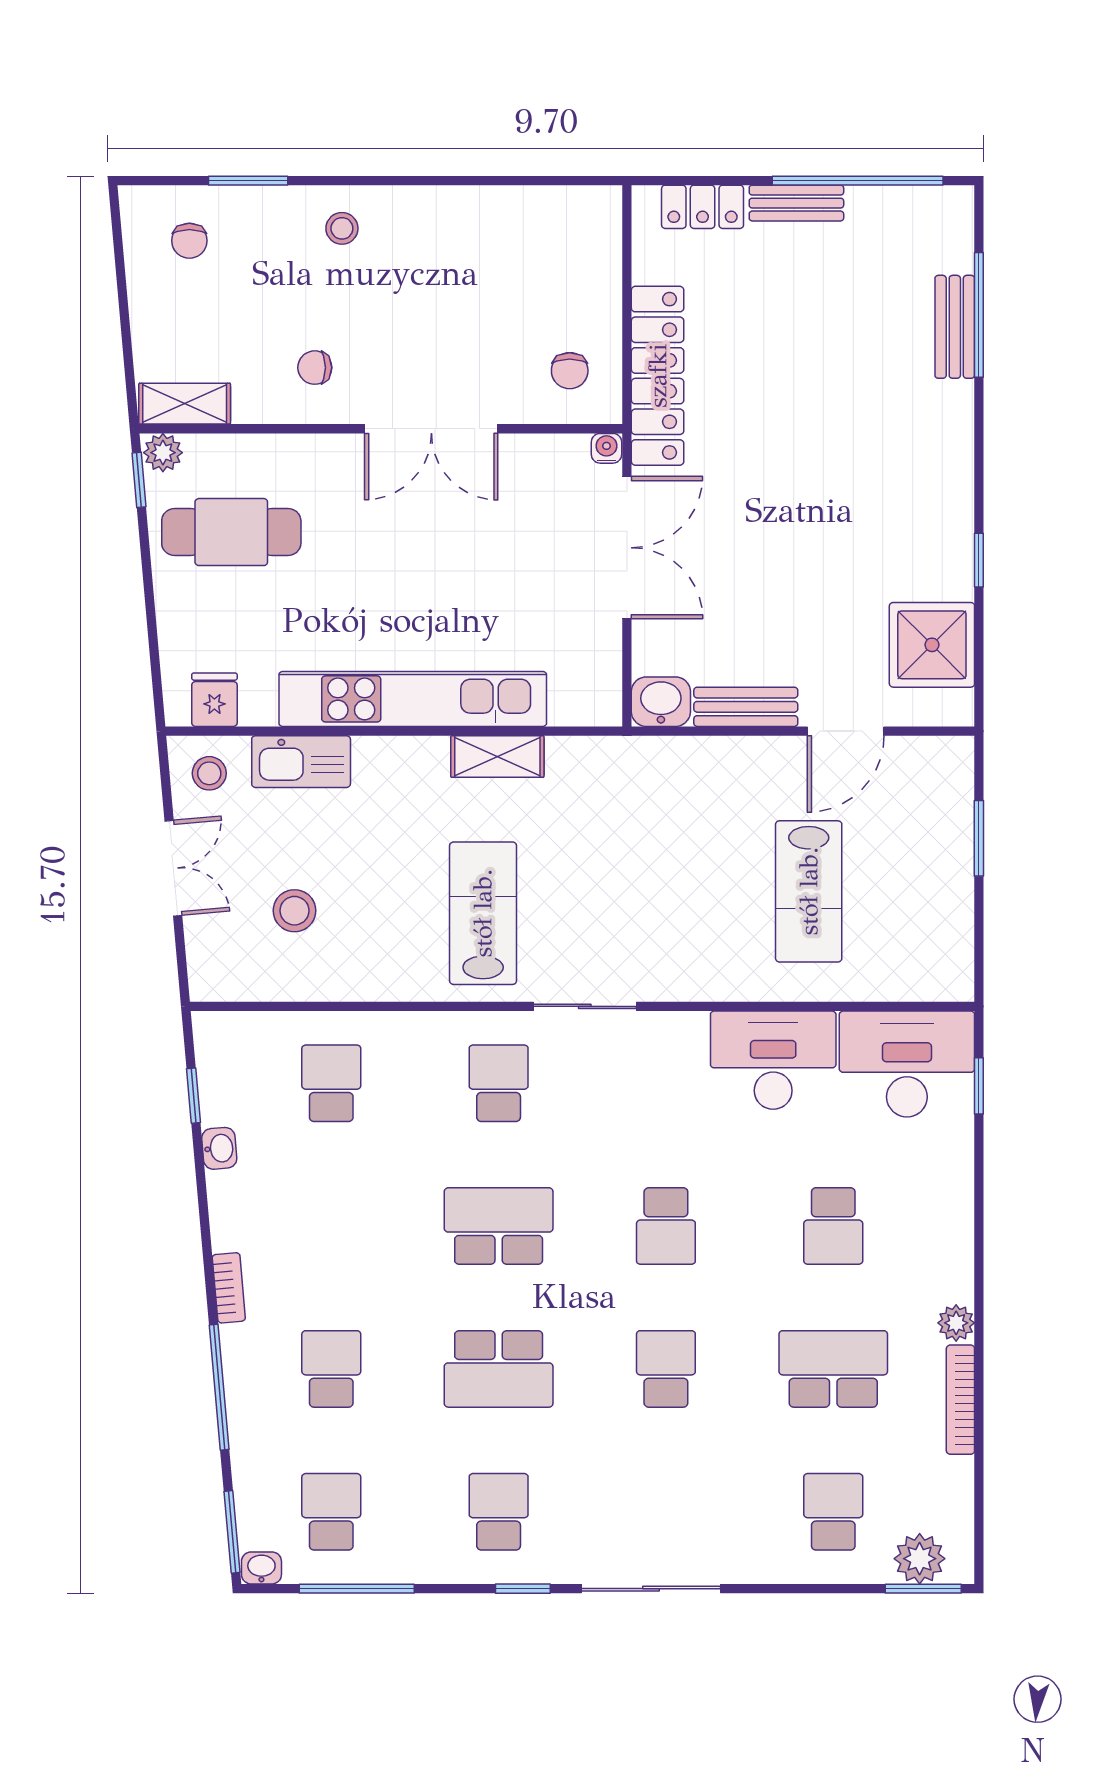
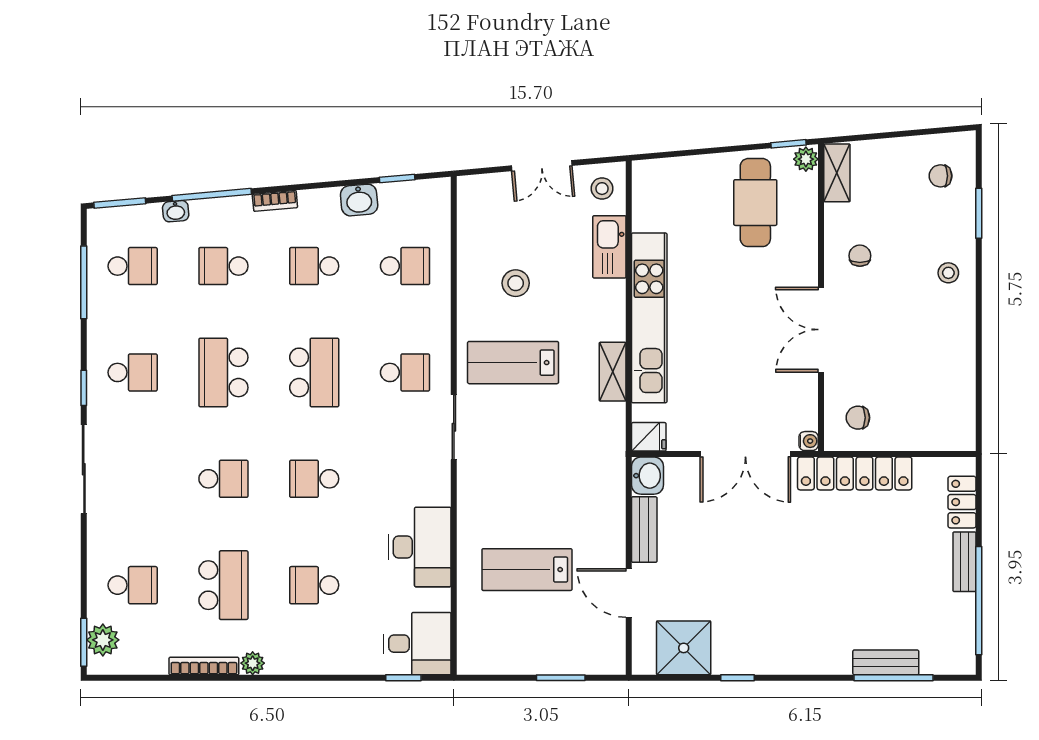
fridge: (214, 700) -> (649, 437), moved
stool: (294, 911) -> (516, 283), moved
lab bench: (483, 913) -> (513, 363), turned 180
desk: (907, 1064) -> (417, 644), width x0.73
washbasin: (219, 1148) -> (359, 200), width x1.38, depth x1.45
school desk: (331, 1226) -> (314, 266), added
school desk: (331, 1369) -> (223, 266), turned 180
washbasin: (261, 1568) -> (176, 211), moved, turned 85

